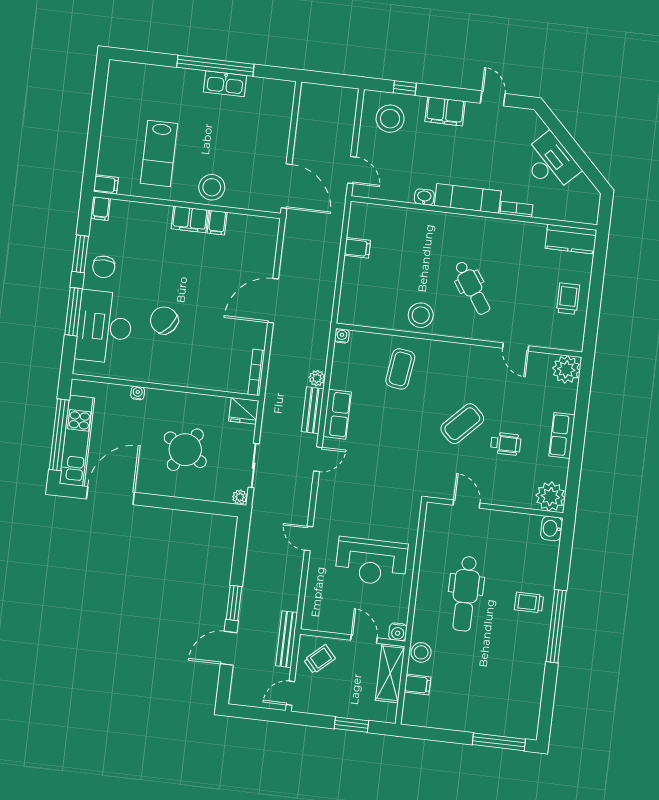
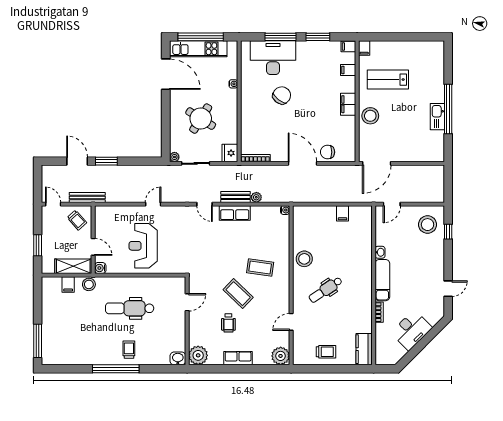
filing cabinet: (445, 111) -> (436, 259), removed
filing cabinet: (217, 223) -> (348, 70), moved
chair: (104, 267) -> (328, 152), moved
coffee table: (400, 369) -> (260, 268), moved
door: (364, 639) -> (93, 247), hinge flipped

